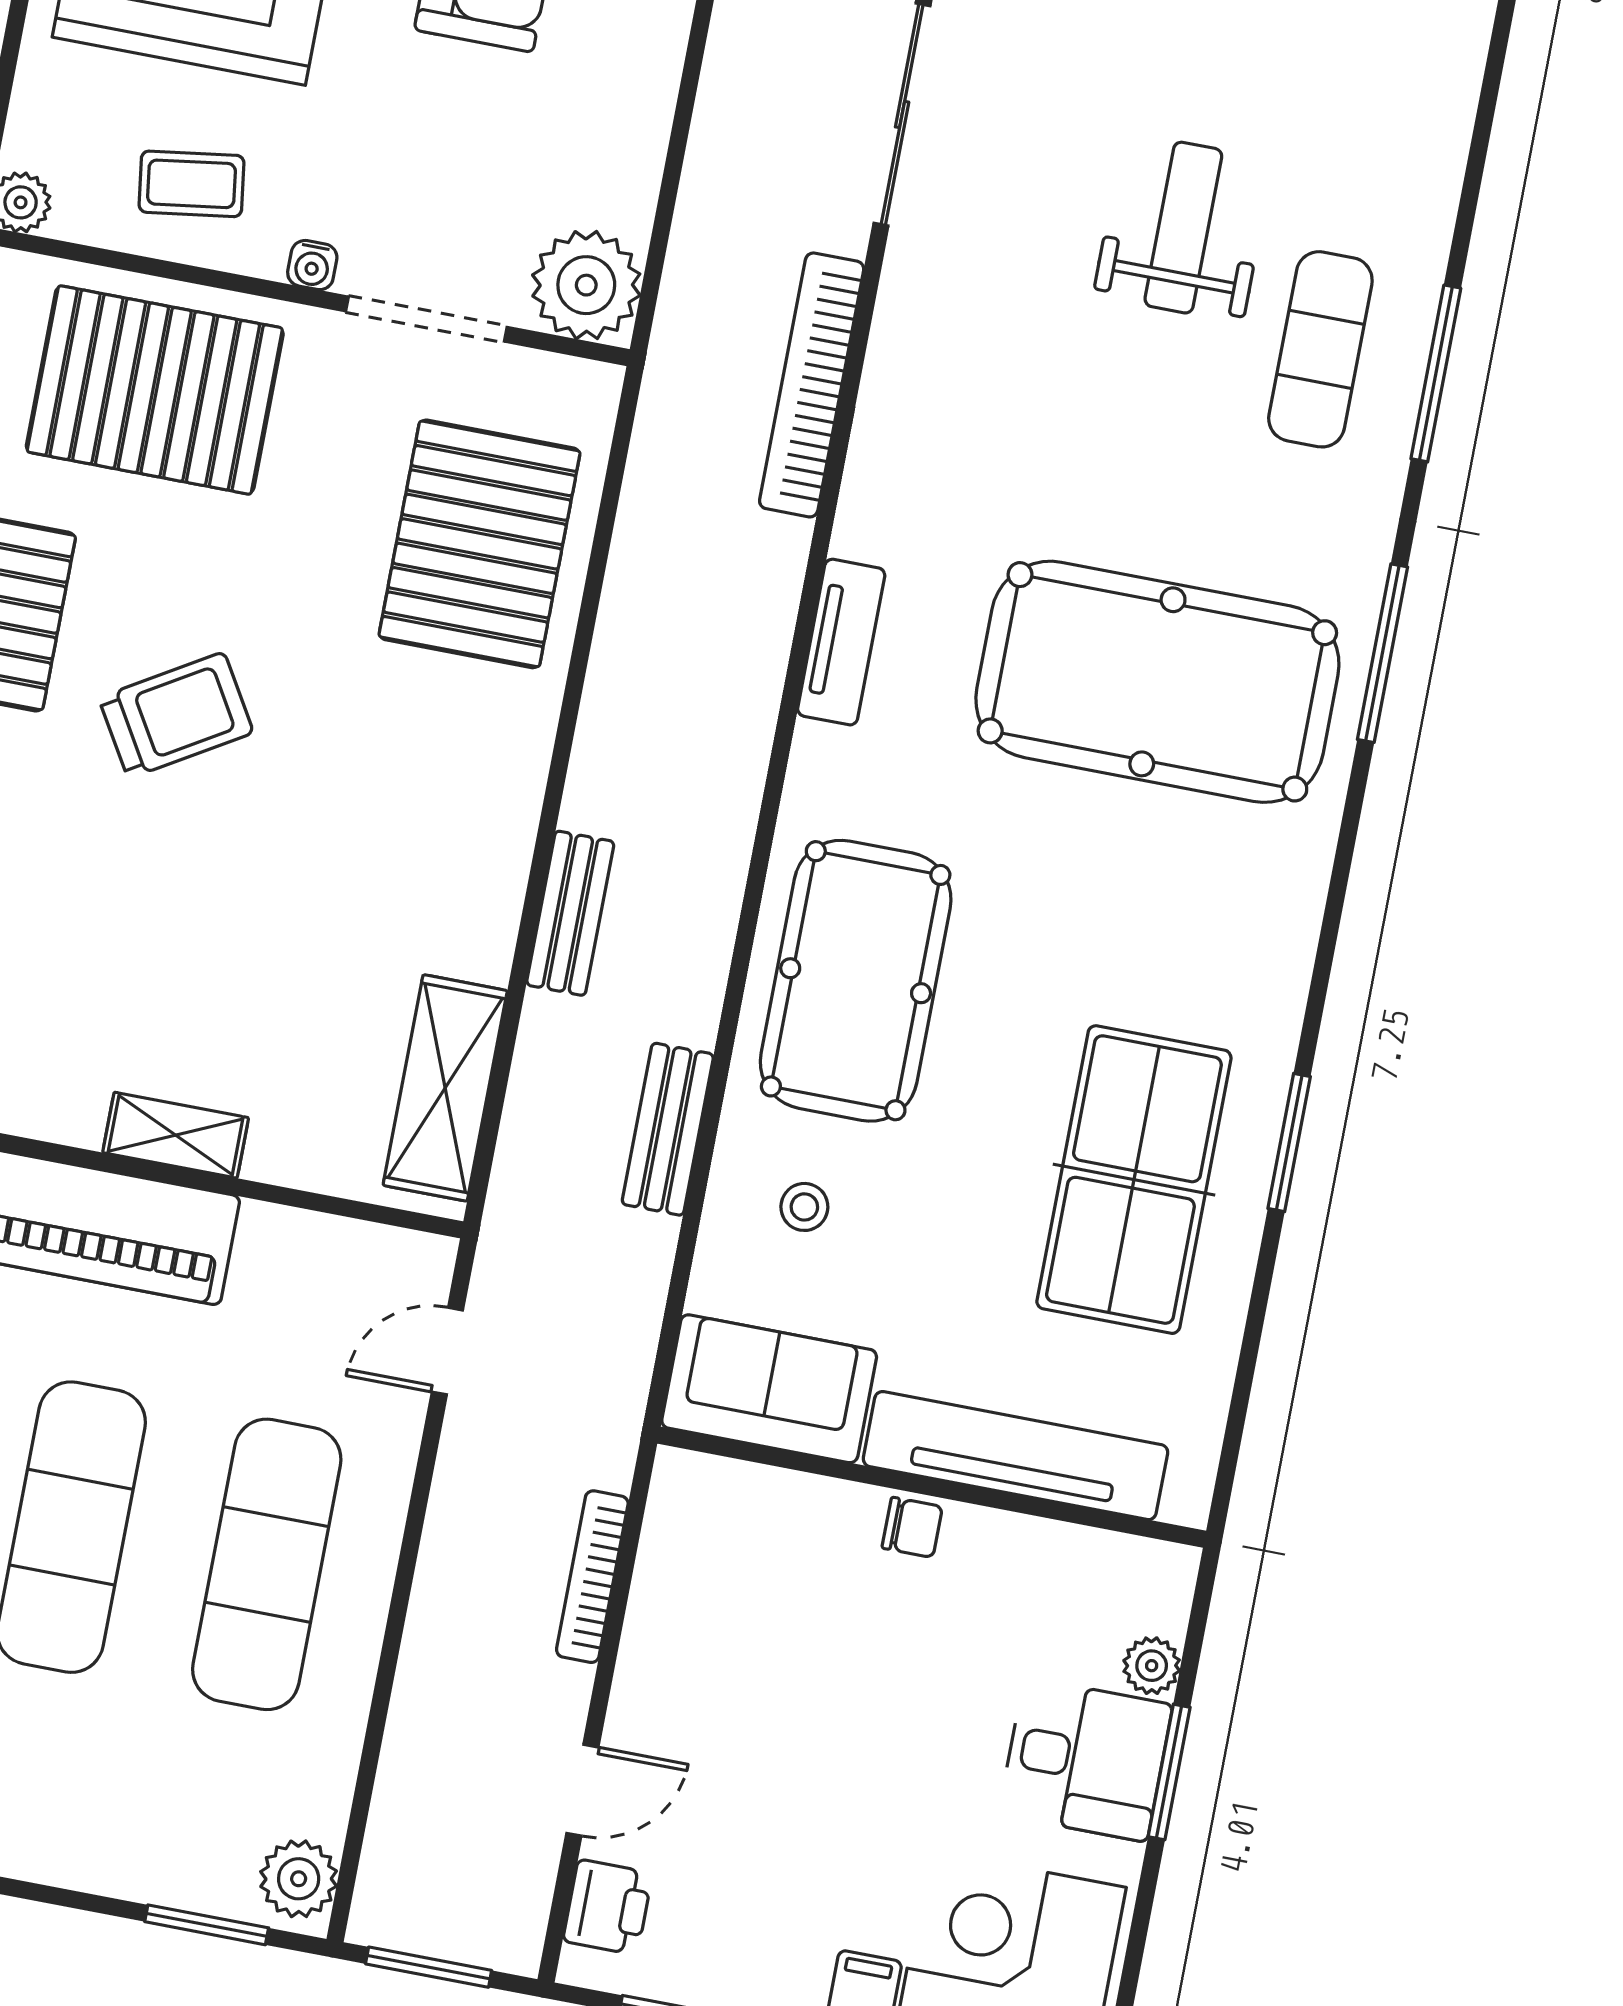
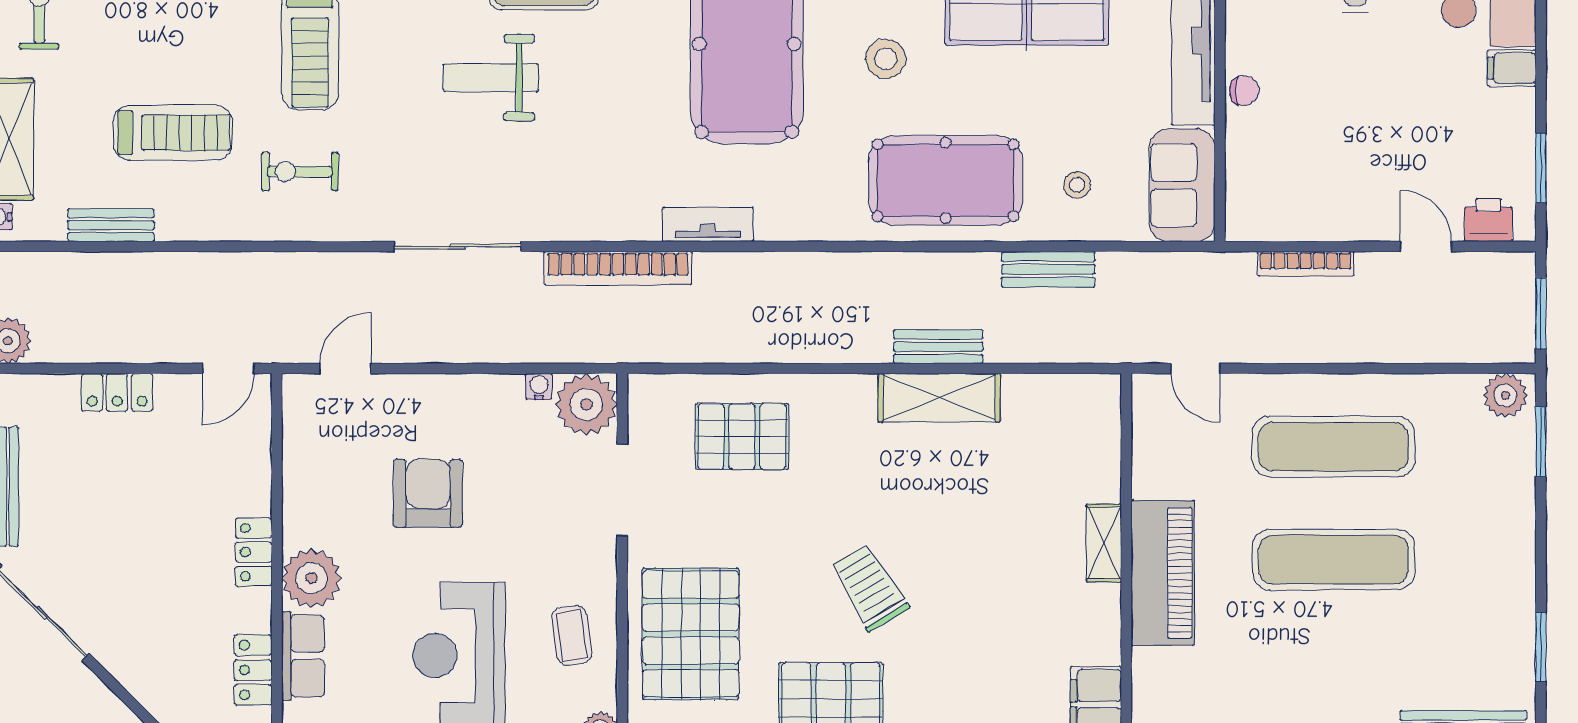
water cooler: (312, 265) -> (539, 387), moved, turned -90
pallet: (480, 544) -> (742, 436), width x0.73, depth x0.71
tv unit: (841, 642) -> (708, 224), moved
stool: (1086, 917) -> (886, 59), added
shelving: (445, 1088) -> (939, 398), moved
chair: (912, 1527) -> (1244, 91), turned 90

